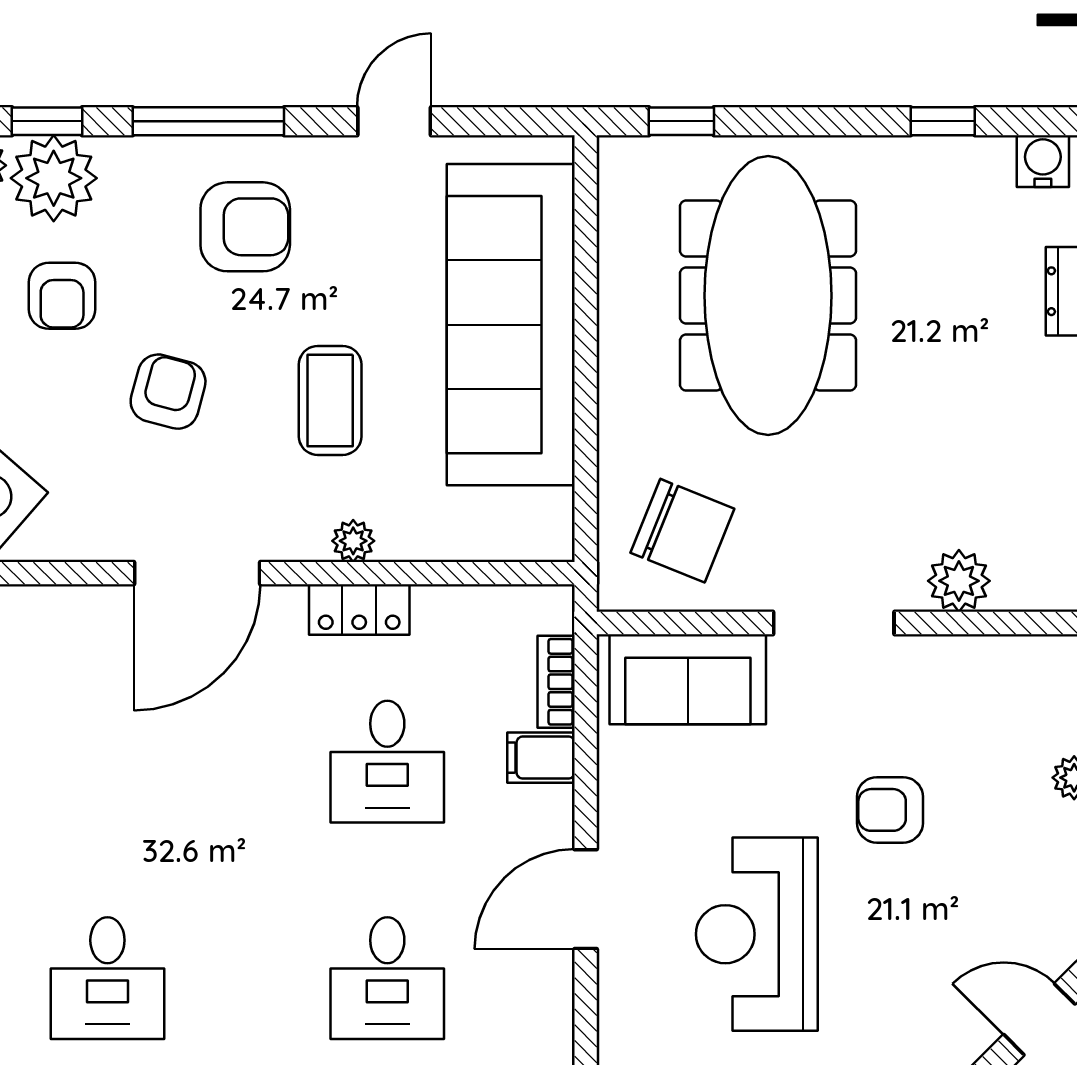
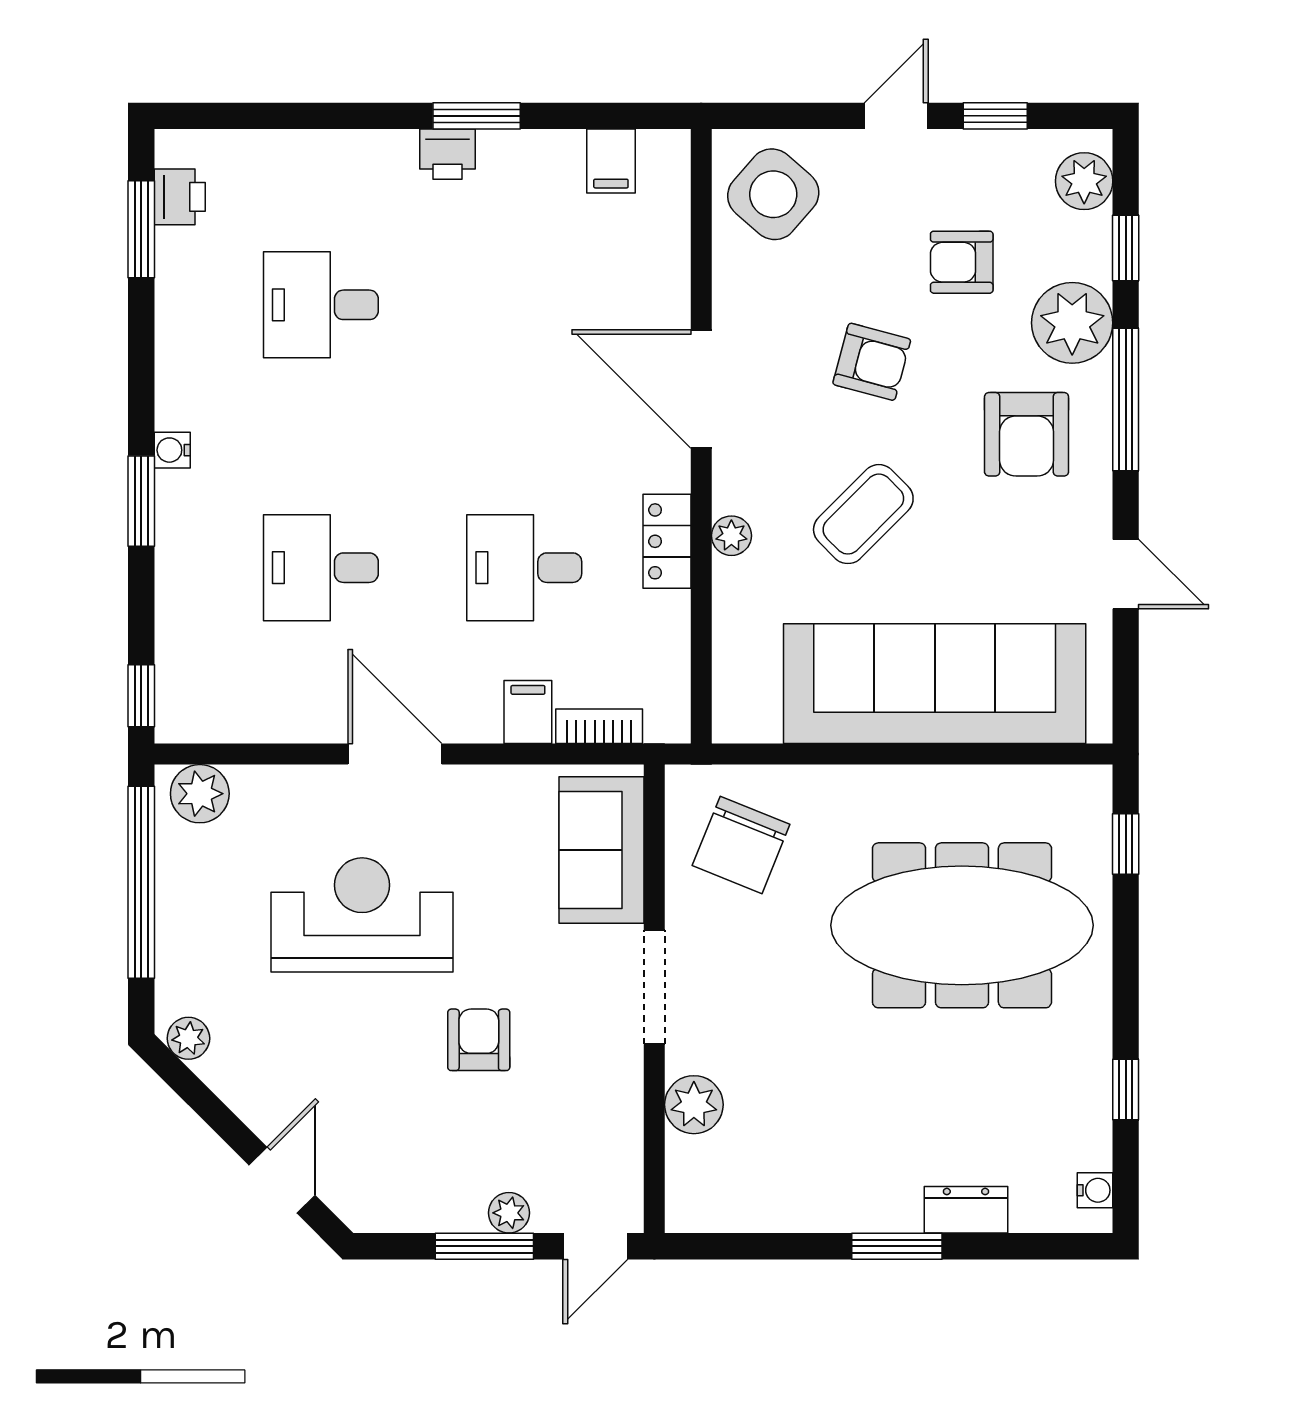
water cooler: (1043, 161) -> (1095, 1190), width x0.72, depth x0.72
plant: (54, 178) -> (1072, 323), moved
coffee table: (330, 400) -> (863, 514), turned -45

